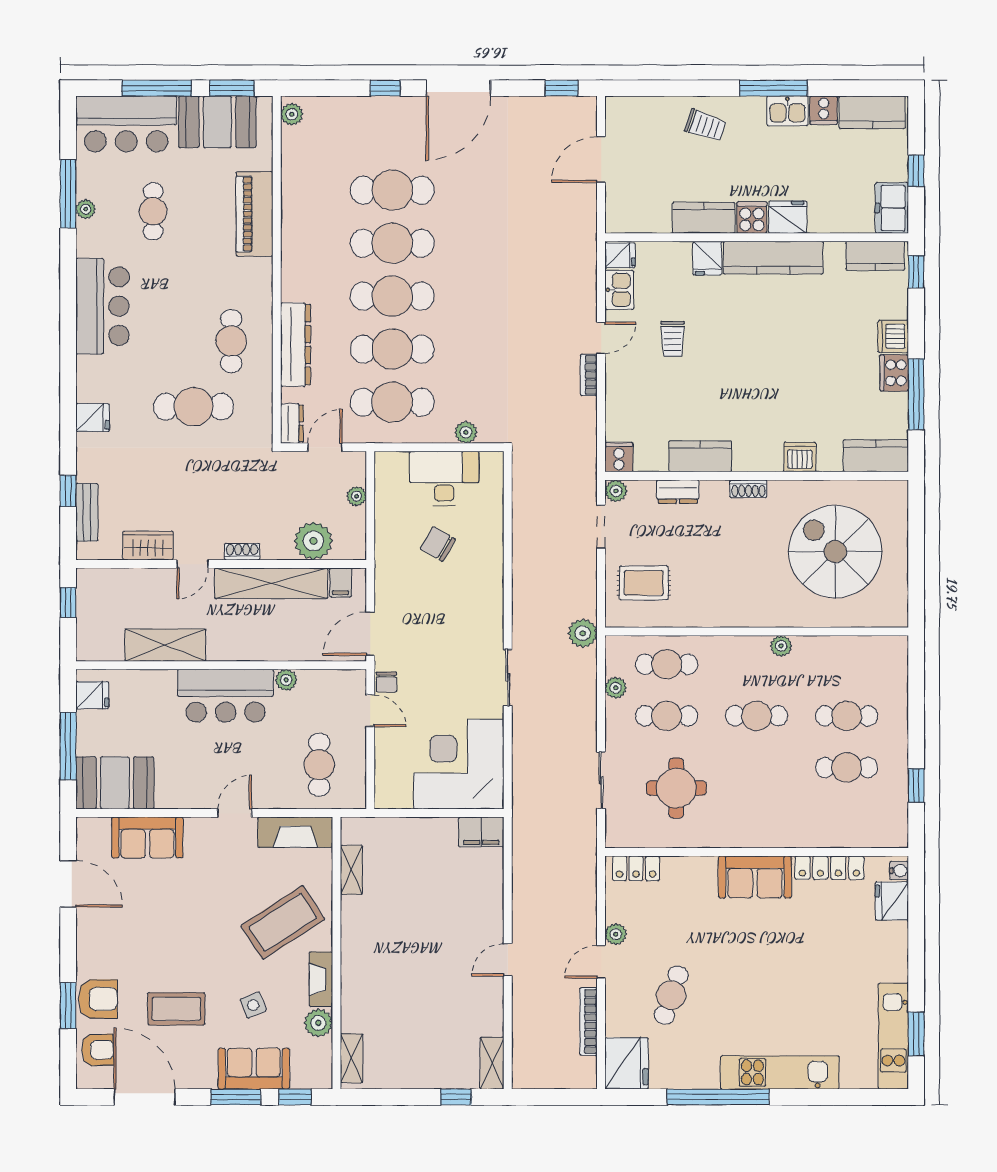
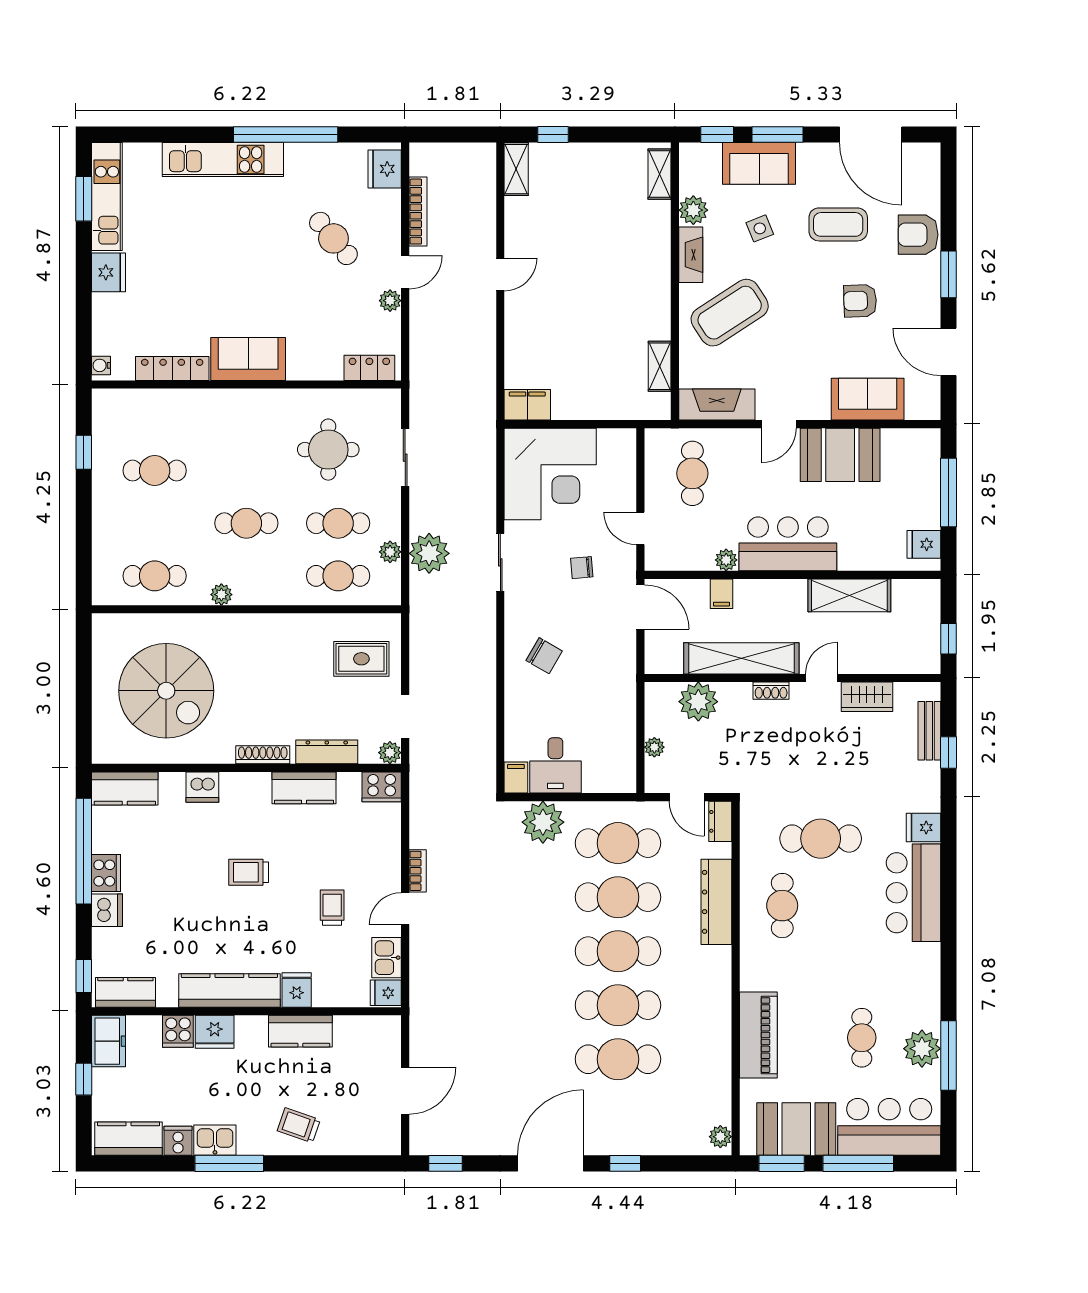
plant: (86, 209) -> (922, 1049), width x1.88, depth x1.88
cooker: (752, 218) -> (178, 1031), moved
bar counter: (102, 306) -> (913, 893), moved
trolley: (754, 374) -> (249, 872), added
window: (916, 394) -> (84, 851), width x1.46
plant: (466, 432) -> (543, 822), width x1.88, depth x1.88
door: (325, 447) -> (687, 797), hinge flipped
cooker: (619, 457) -> (382, 787), width x1.36
filing cabinet: (492, 467) -> (516, 777), added
desk: (444, 478) -> (555, 765), width x0.73
shoe rack: (748, 489) -> (263, 755), width x1.43
dresser: (678, 492) -> (327, 752), width x1.44
chair: (438, 544) -> (544, 656), moved
filing cabinet: (341, 583) -> (721, 594), moved, turned 180
plant: (583, 633) -> (429, 553), moved, width x1.36, depth x1.36
door: (370, 634) -> (640, 607), hinge flipped
chair: (386, 682) -> (582, 568), moved, turned -95
cafe table: (847, 716) -> (155, 576), moved
booth: (115, 783) -> (840, 455), moved
fridge: (892, 901) -> (108, 272), moved
cafe table: (671, 995) -> (333, 238), turned -59
window: (68, 1006) -> (949, 274), moved
armchair: (98, 1050) -> (860, 301), moved
fridge: (627, 1063) -> (385, 169), width x0.73, depth x0.75

